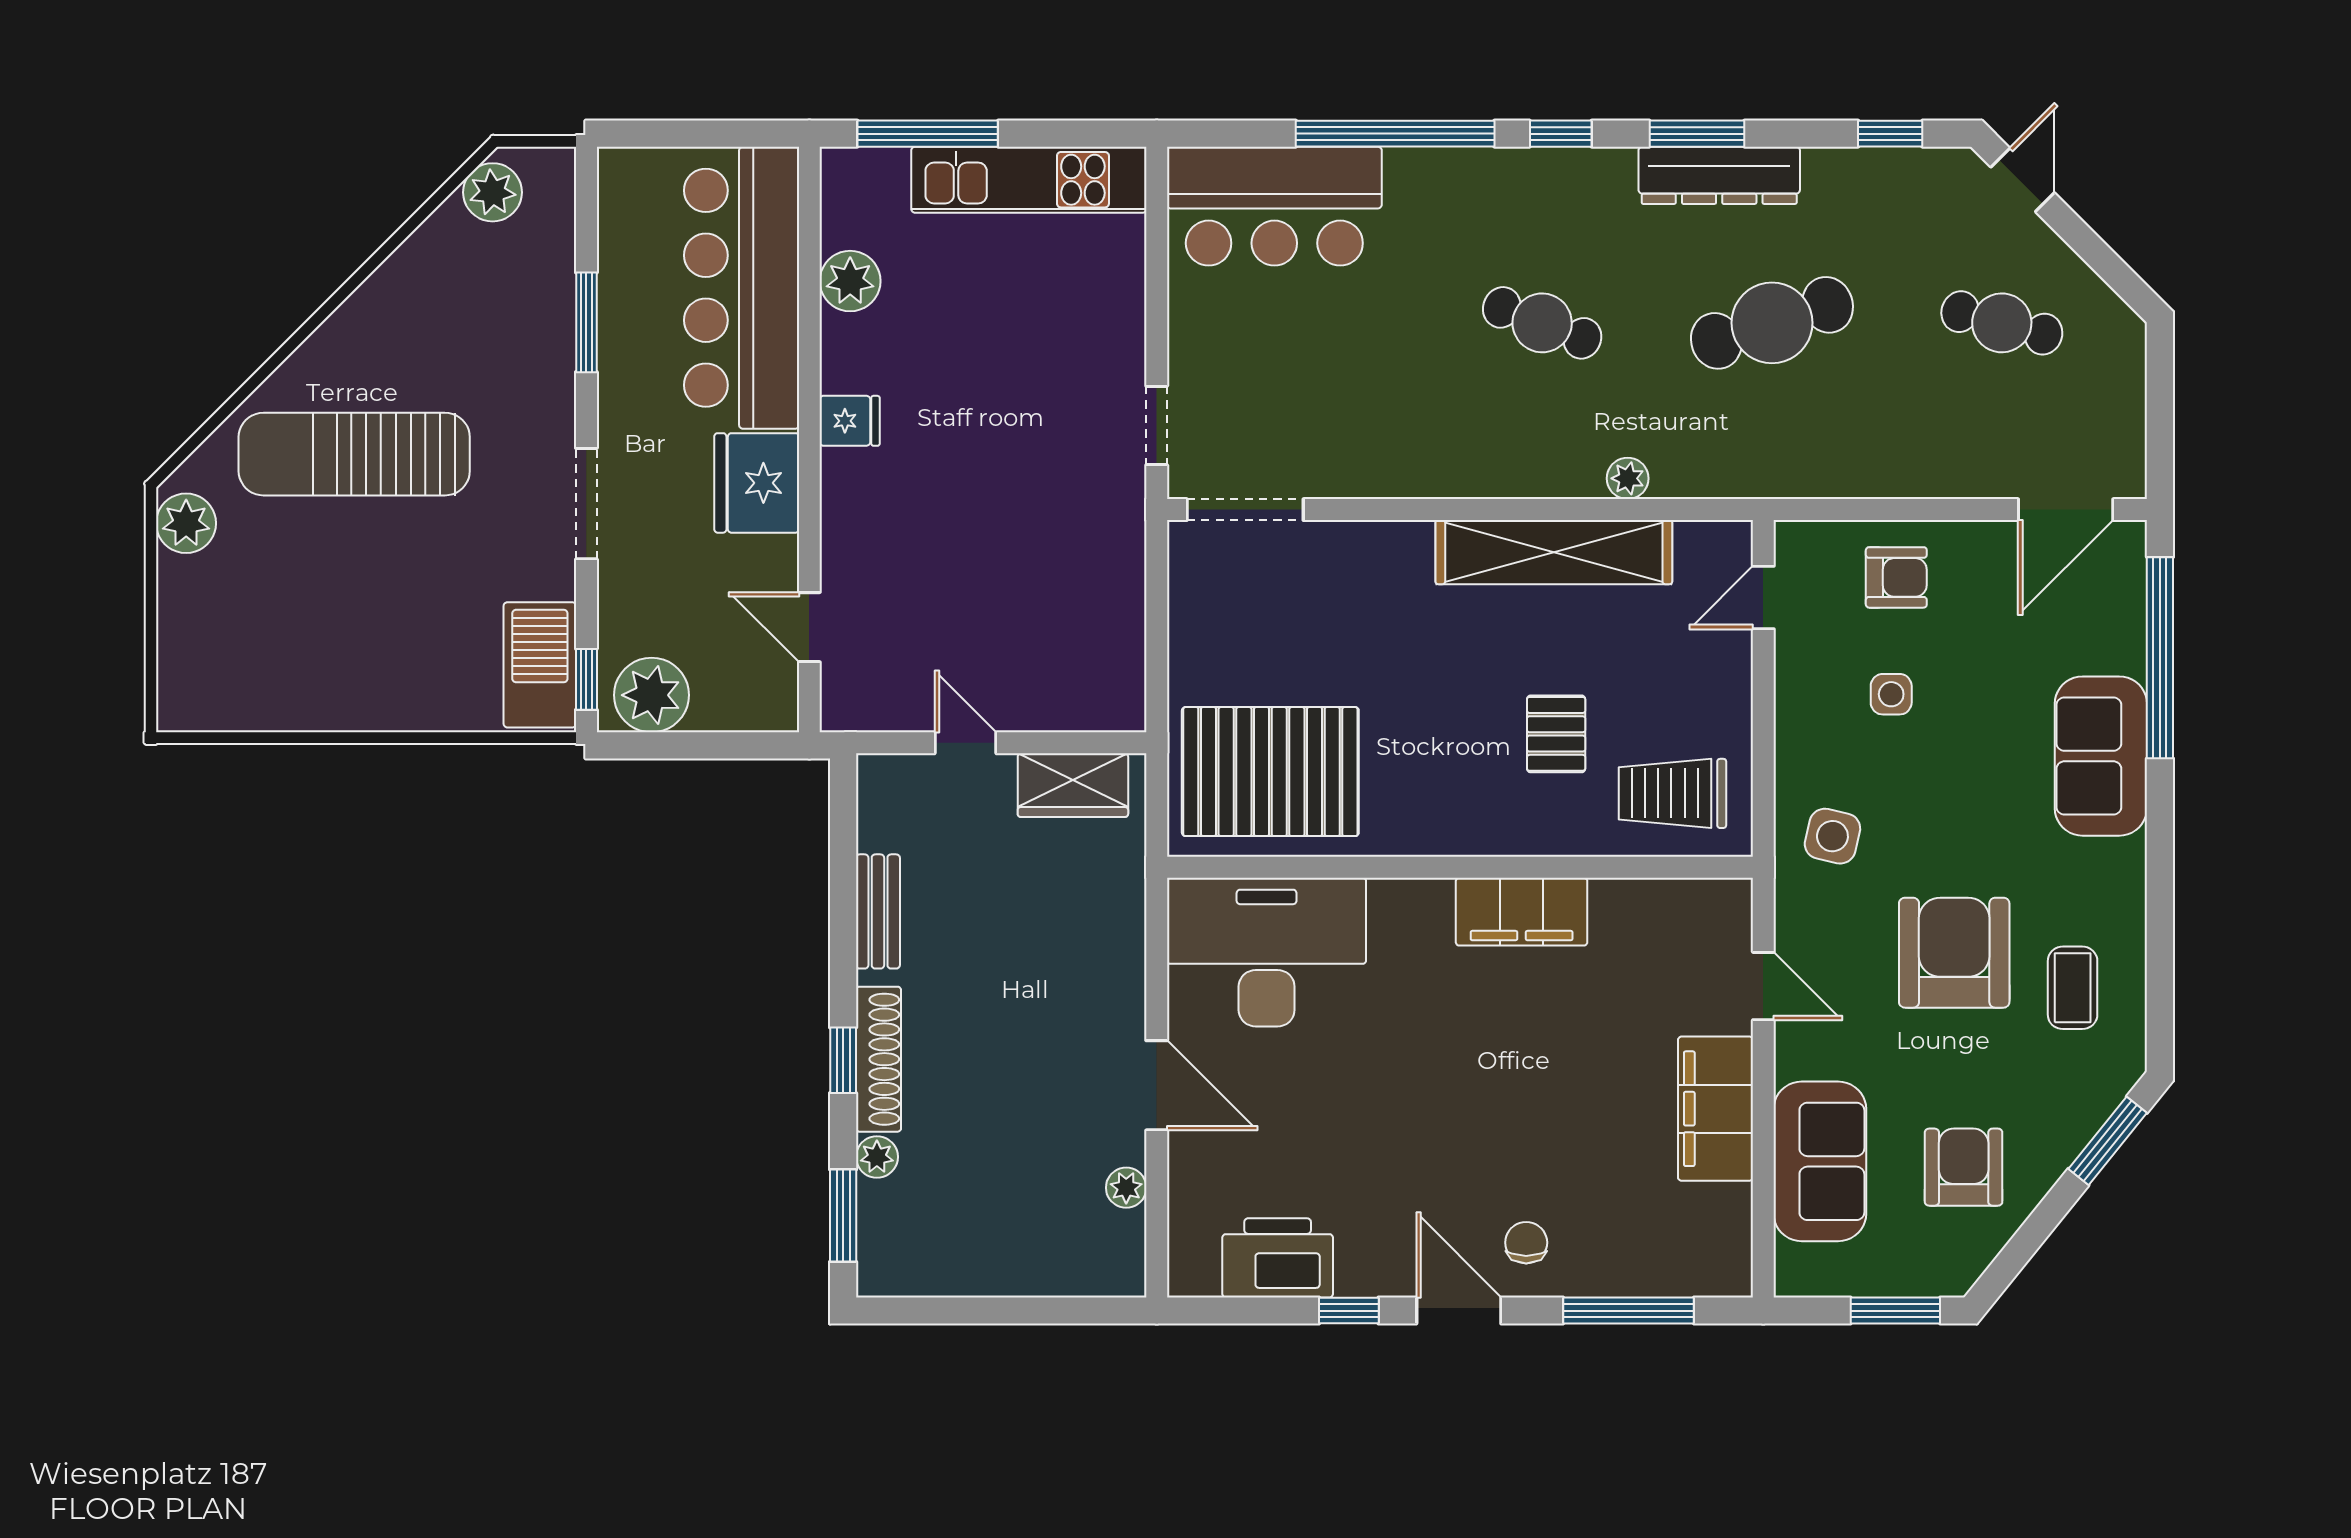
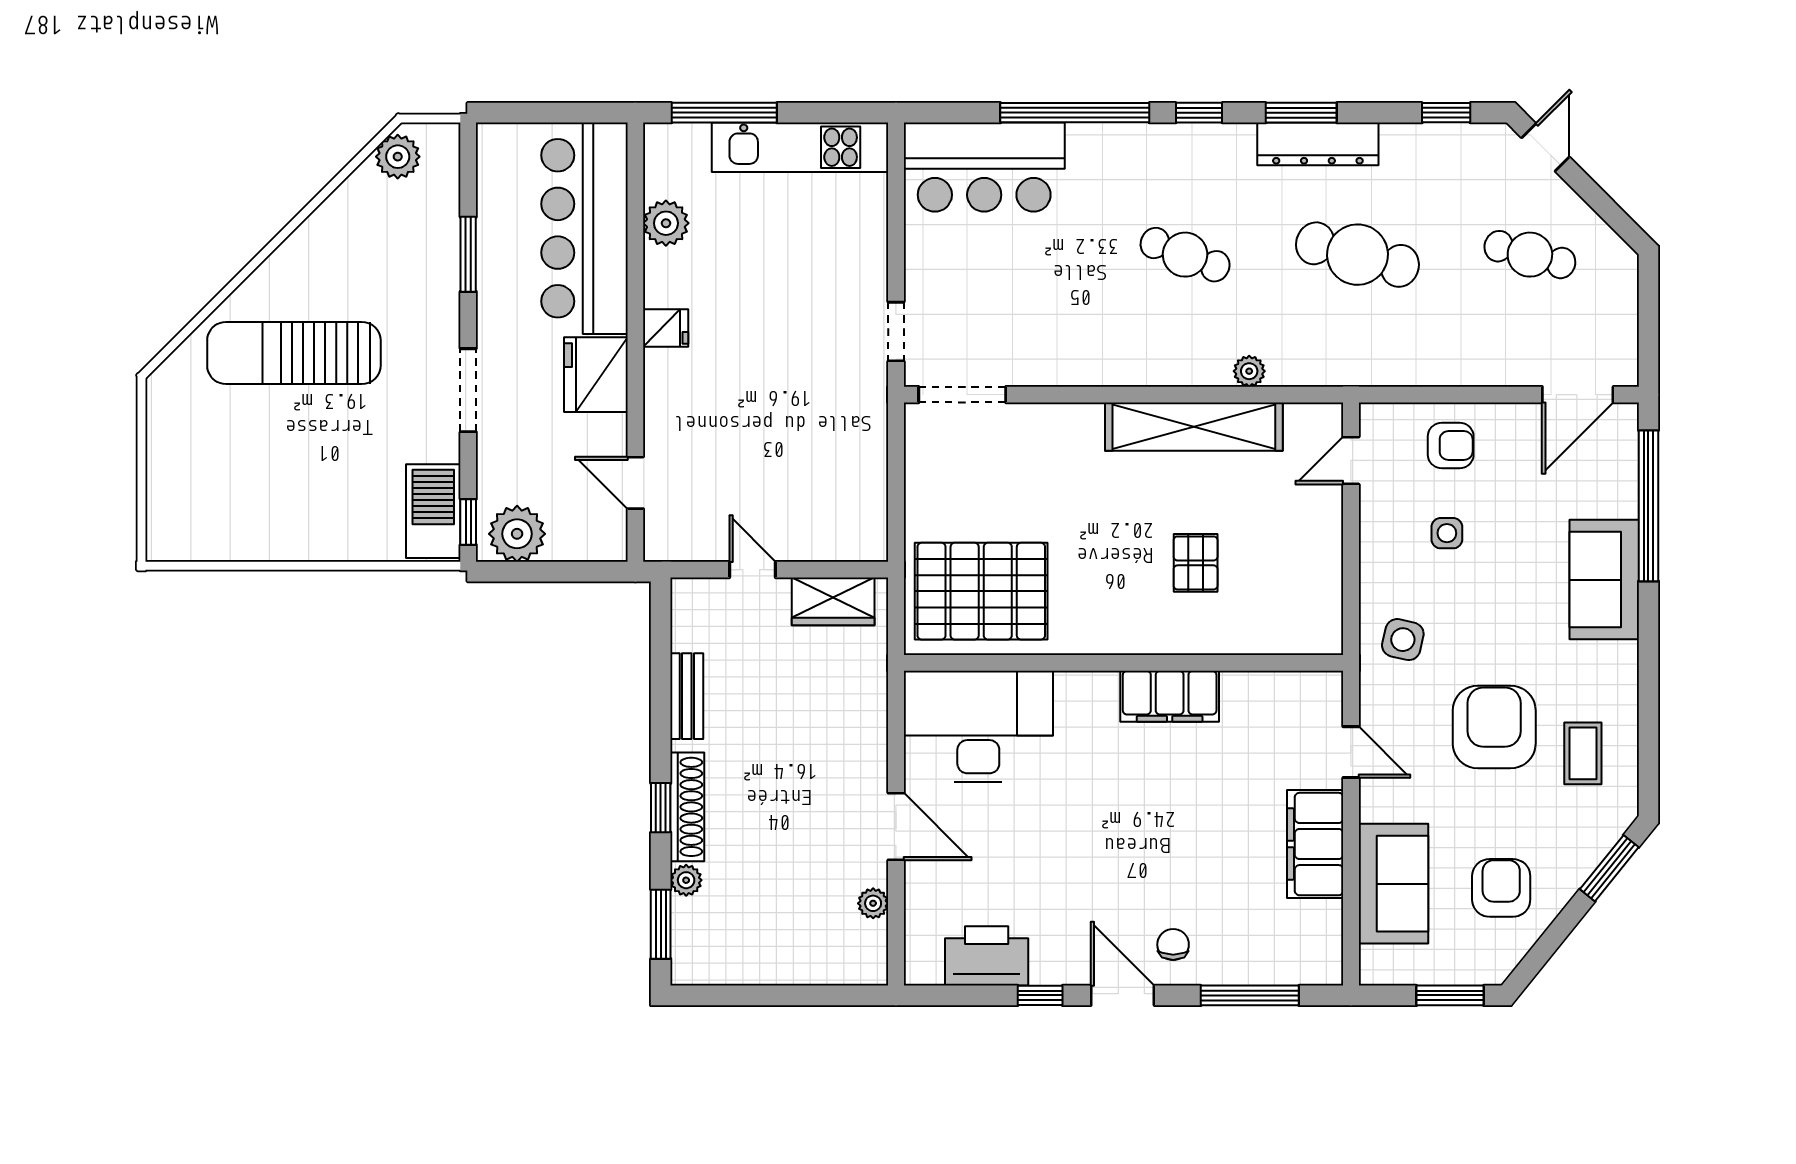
cafe table: (1772, 323) -> (1357, 255), turned 33
plant: (186, 523) -> (168, 405), removed
trolley: (1672, 793) -> (1283, 608), removed

